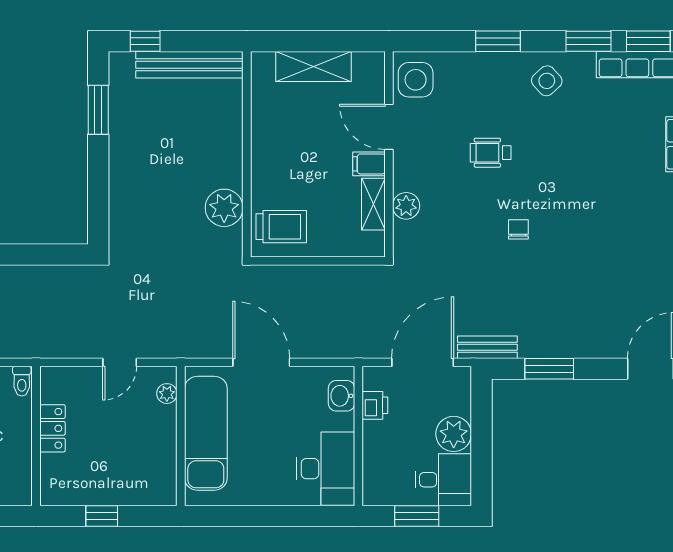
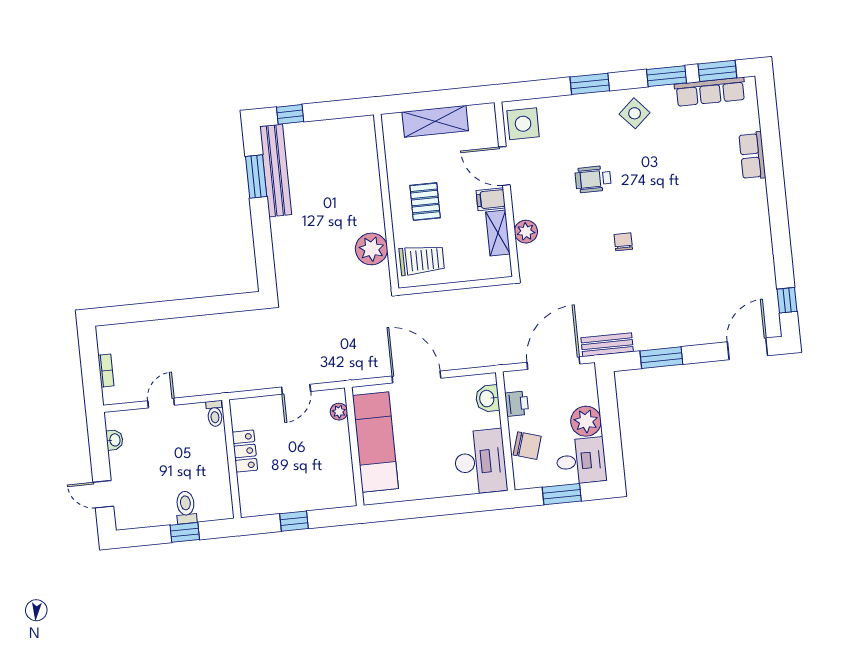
bench: (189, 65) -> (276, 170), moved, turned 90
pallet: (292, 159) -> (425, 202), added
chair: (382, 455) -> (527, 446), added

